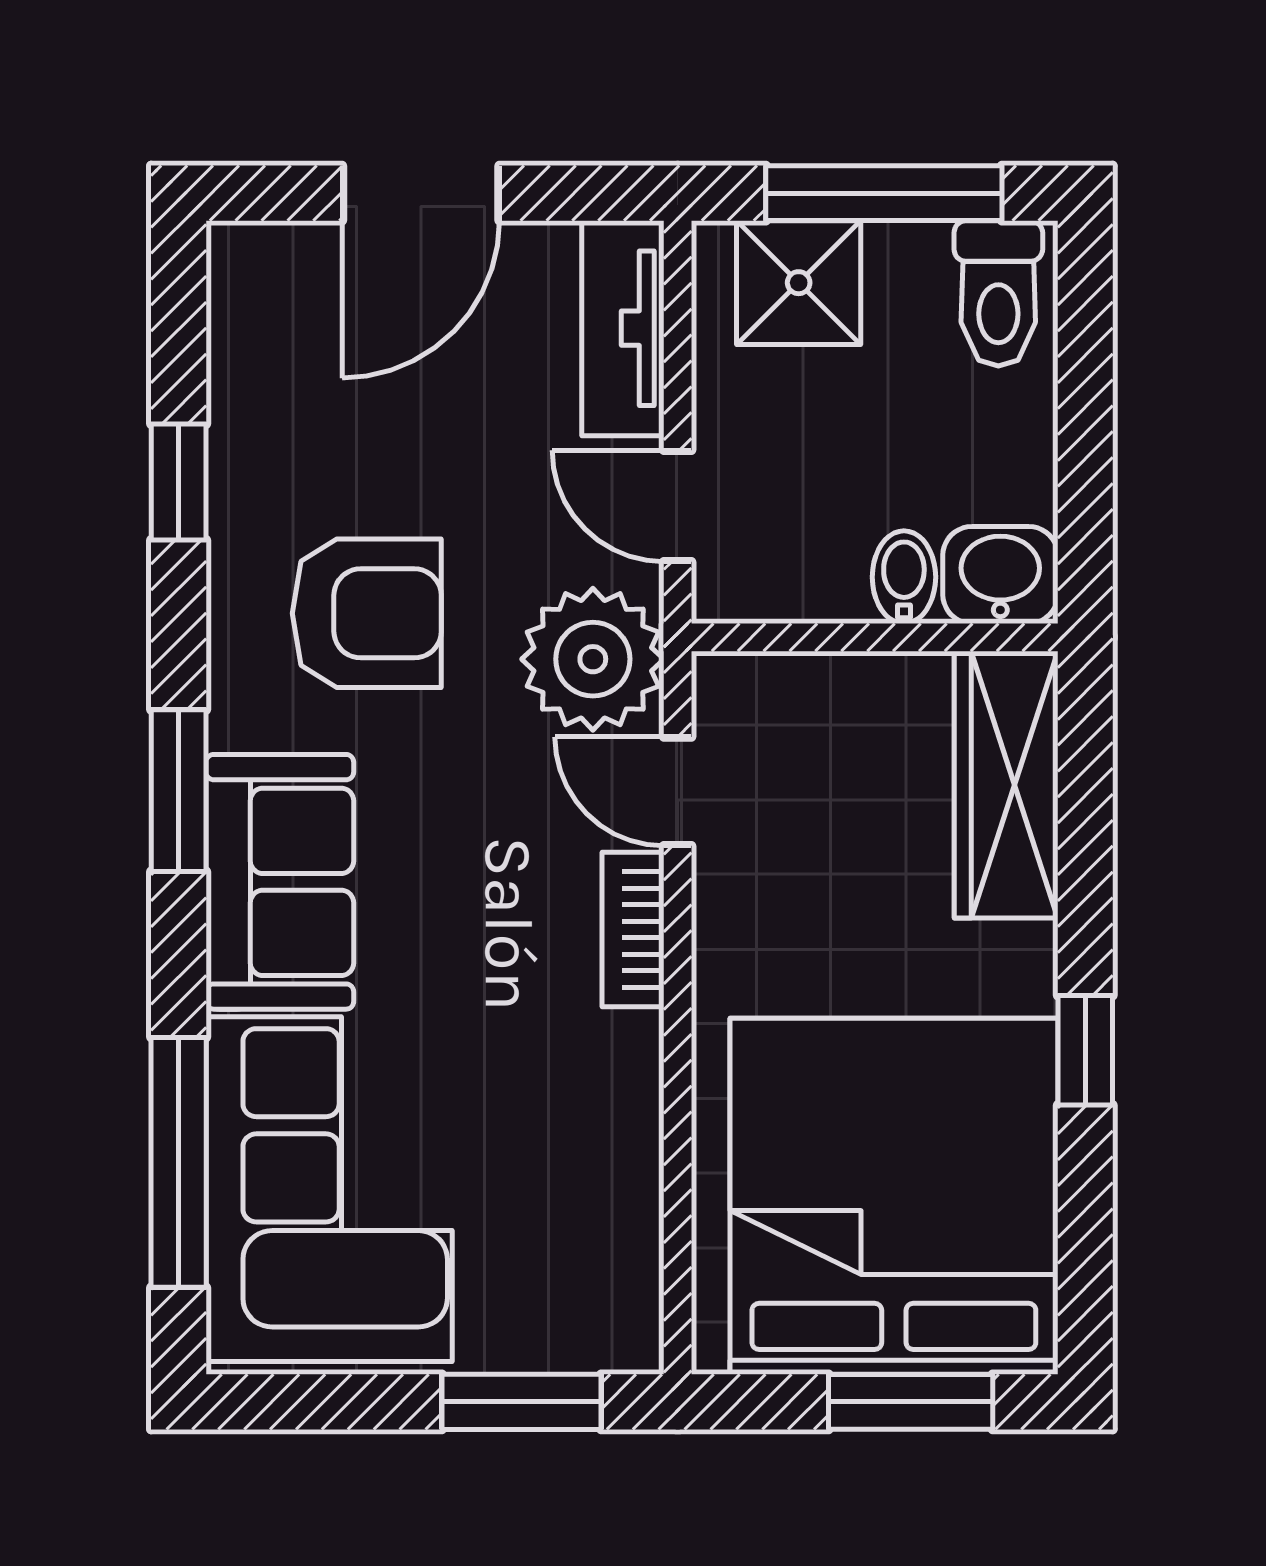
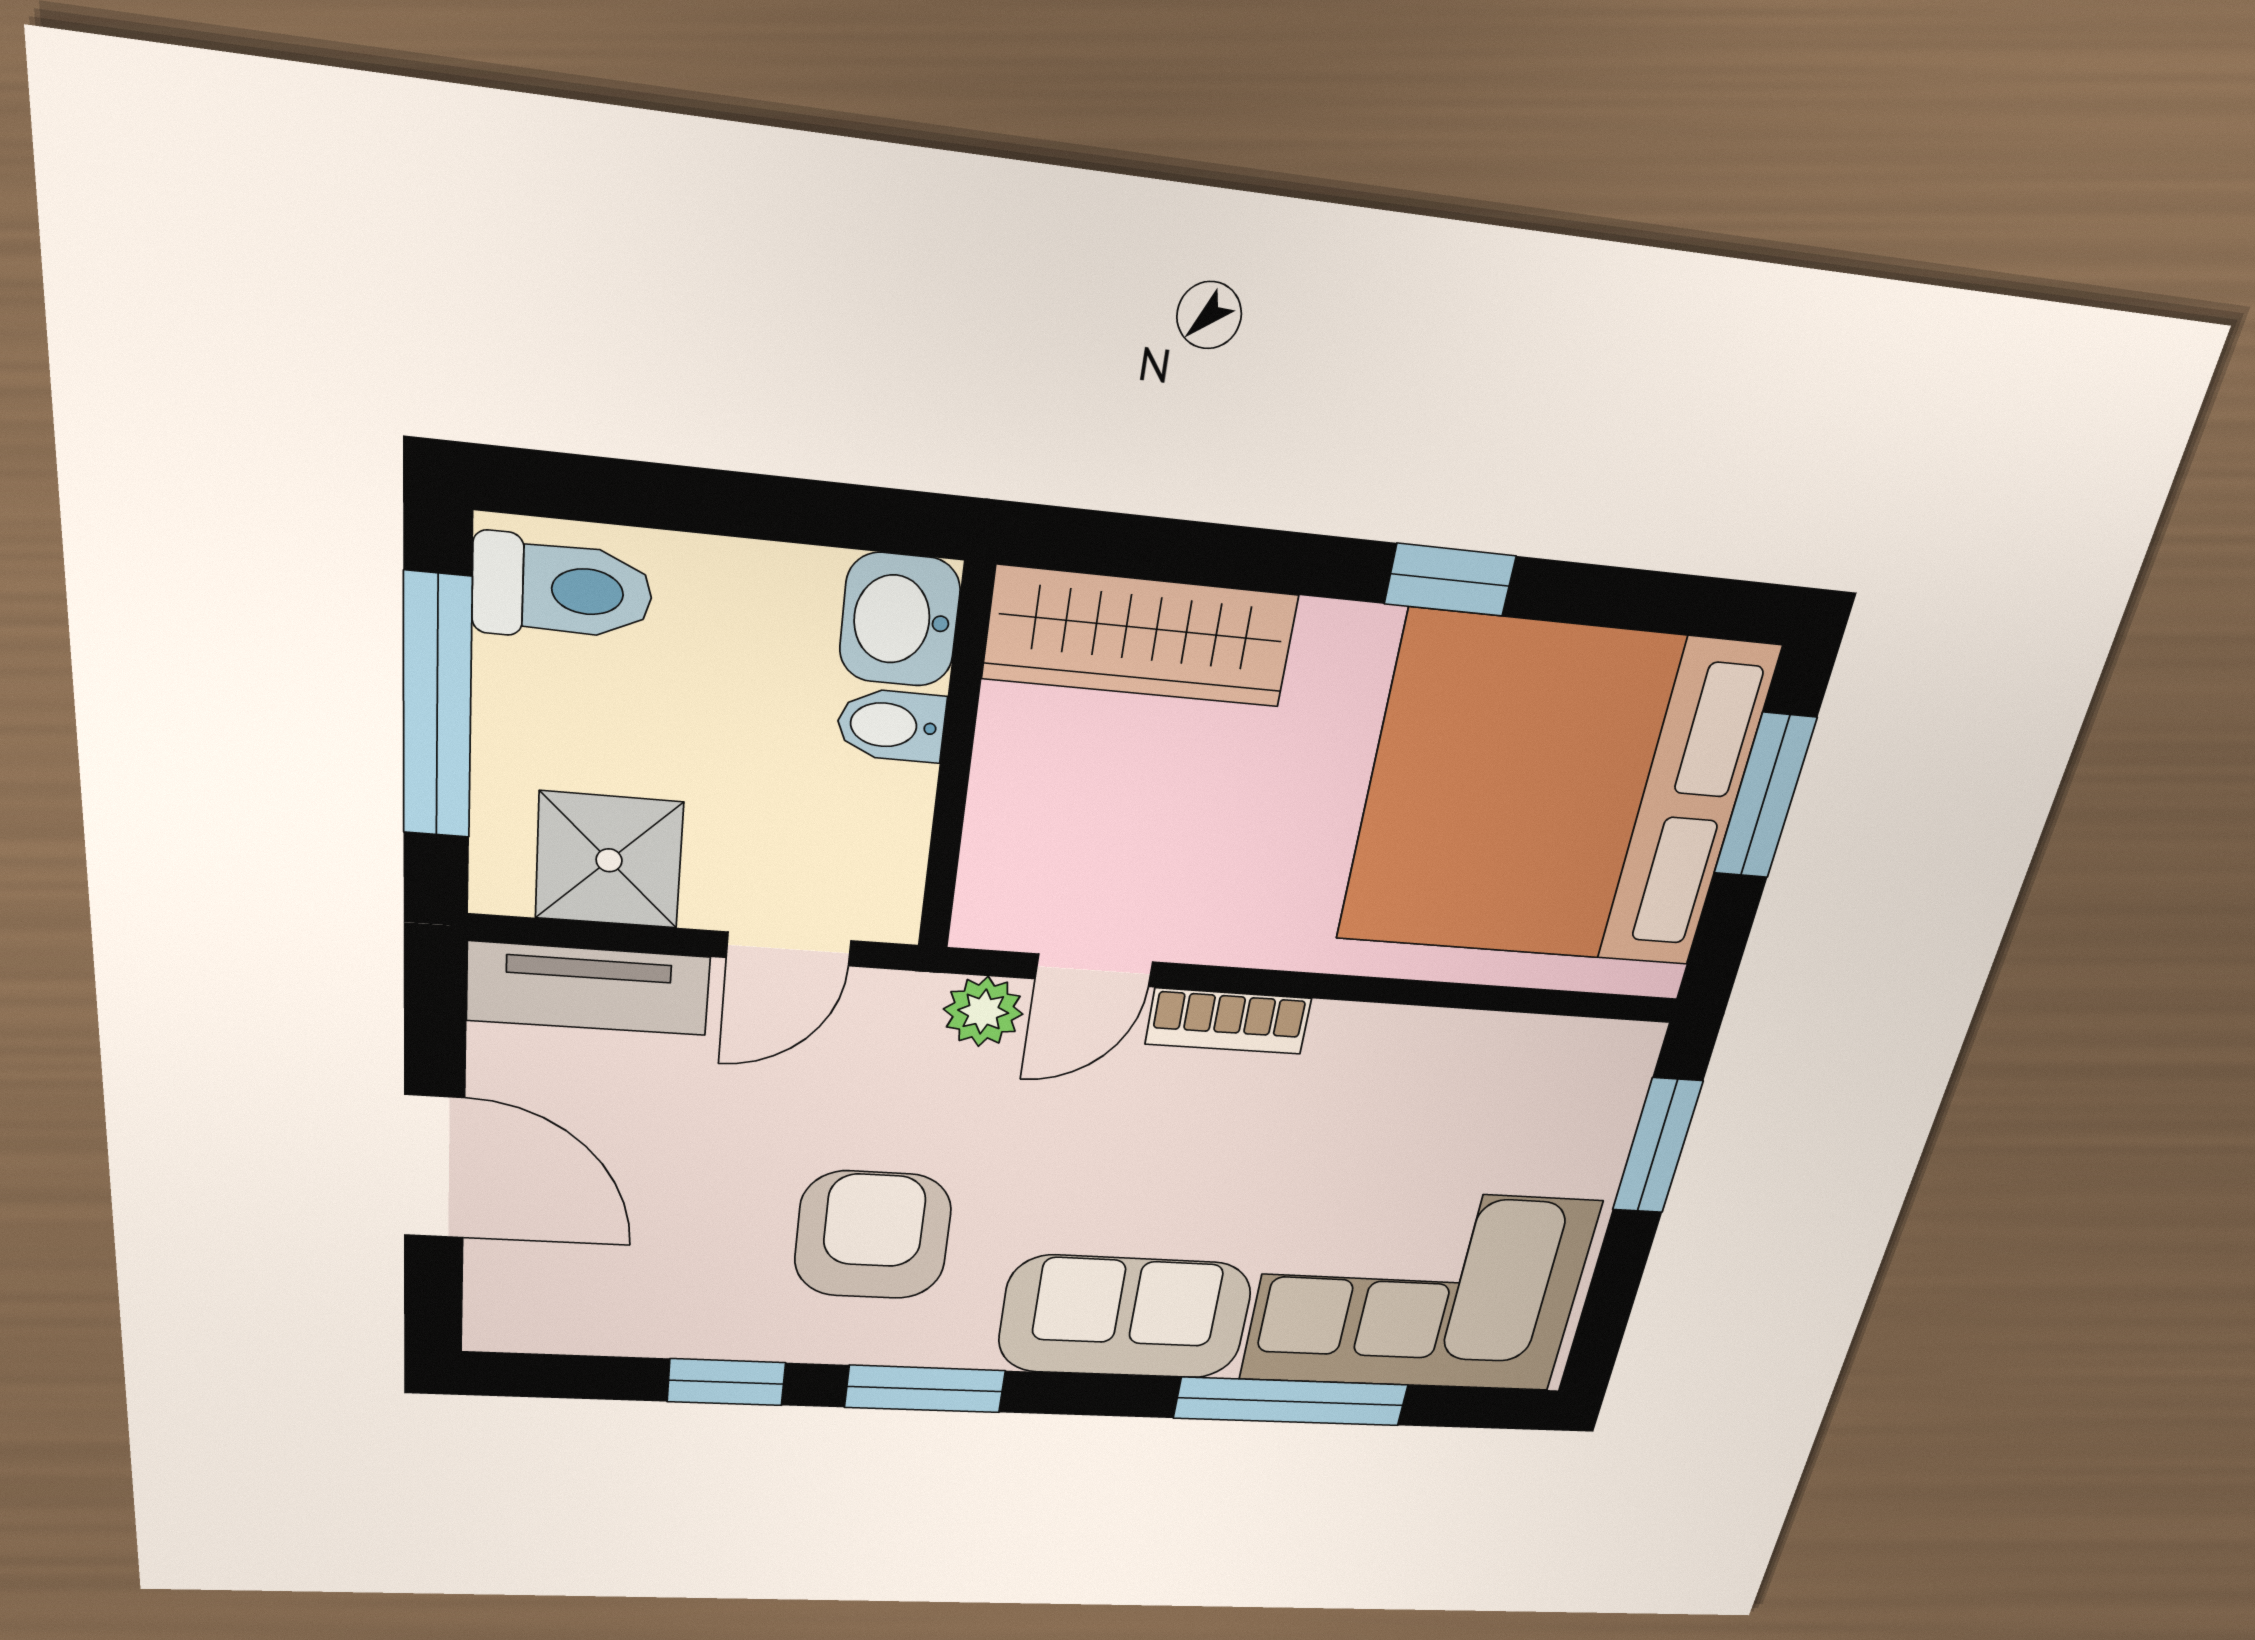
shower: (799, 283) -> (609, 860), moved
plant: (593, 659) -> (983, 1012), width x0.53, depth x0.53
window: (179, 791) -> (925, 1389), moved
window: (179, 1162) -> (1291, 1401), moved

